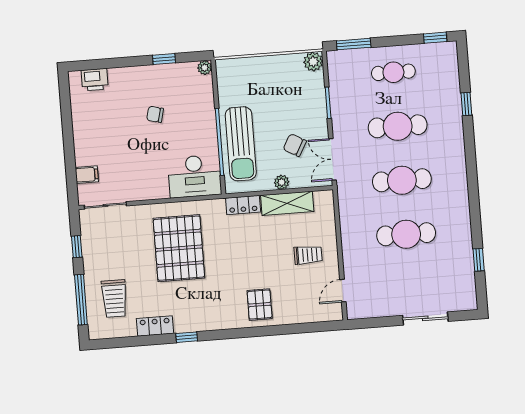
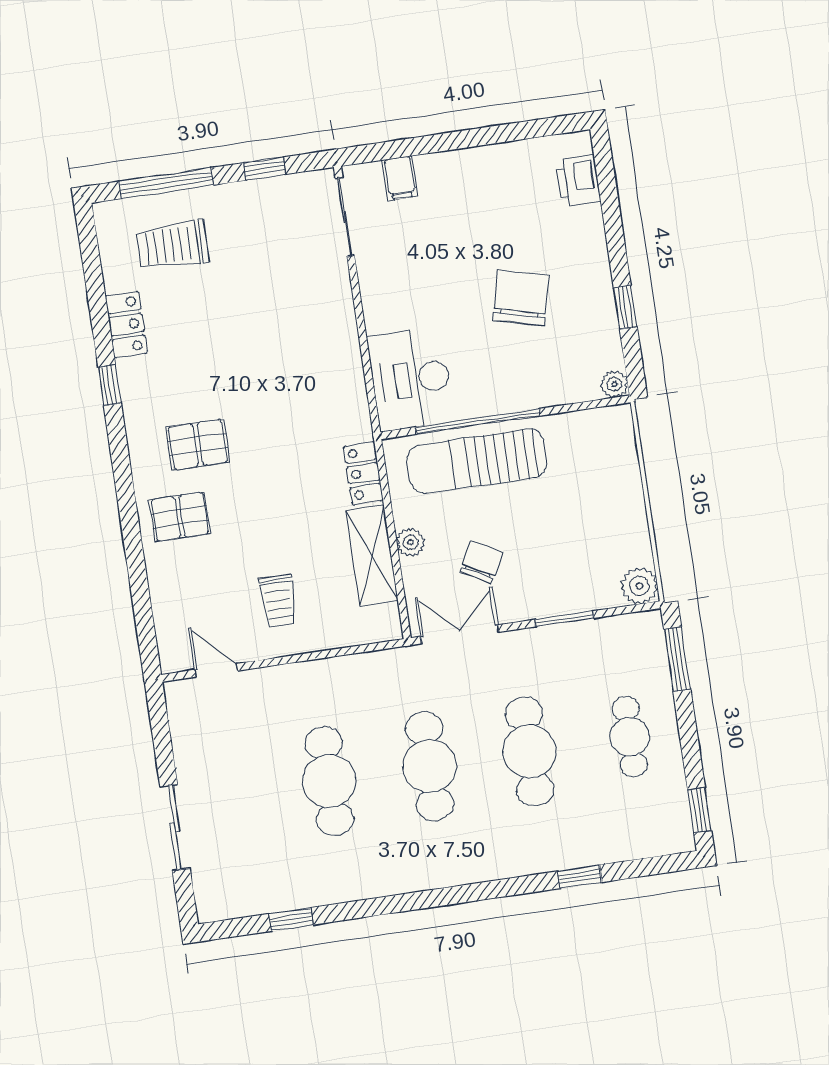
chair: (155, 114) -> (521, 298), width x1.87, depth x1.87
pallet: (179, 248) -> (198, 445), moved, width x0.49, depth x0.50

